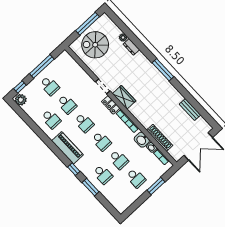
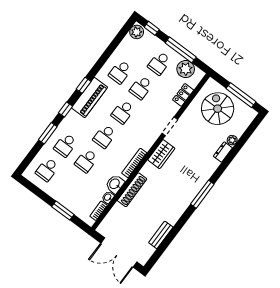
plant: (58, 65) -> (186, 69), added
locker: (111, 105) -> (183, 95), moved
shoe rack: (160, 138) -> (132, 190), moved
window: (57, 151) -> (84, 85), added
school desk: (136, 178) -> (47, 170), moved

